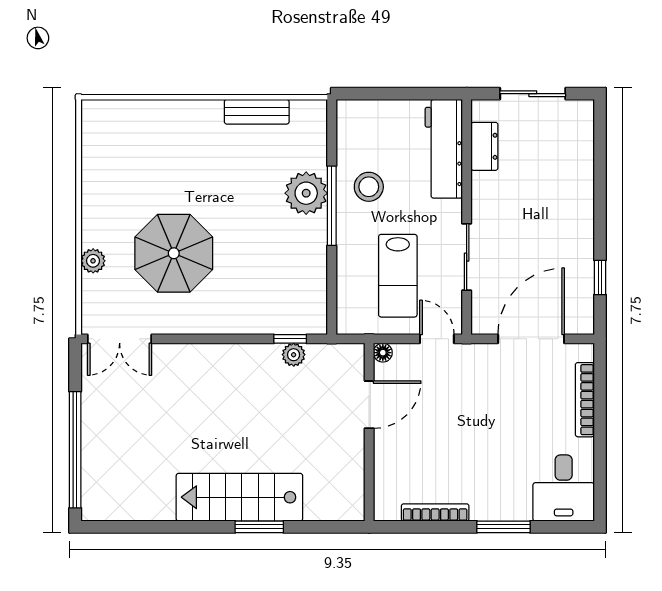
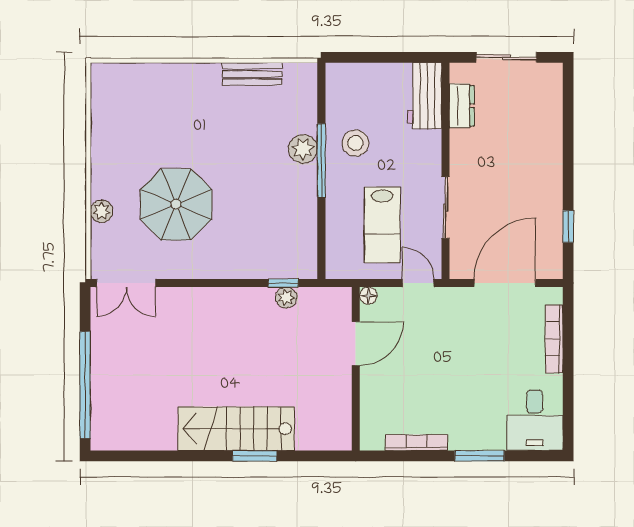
workbench: (444, 149) -> (424, 96), width x0.73
plant: (306, 193) -> (303, 149), width x0.73, depth x0.73

